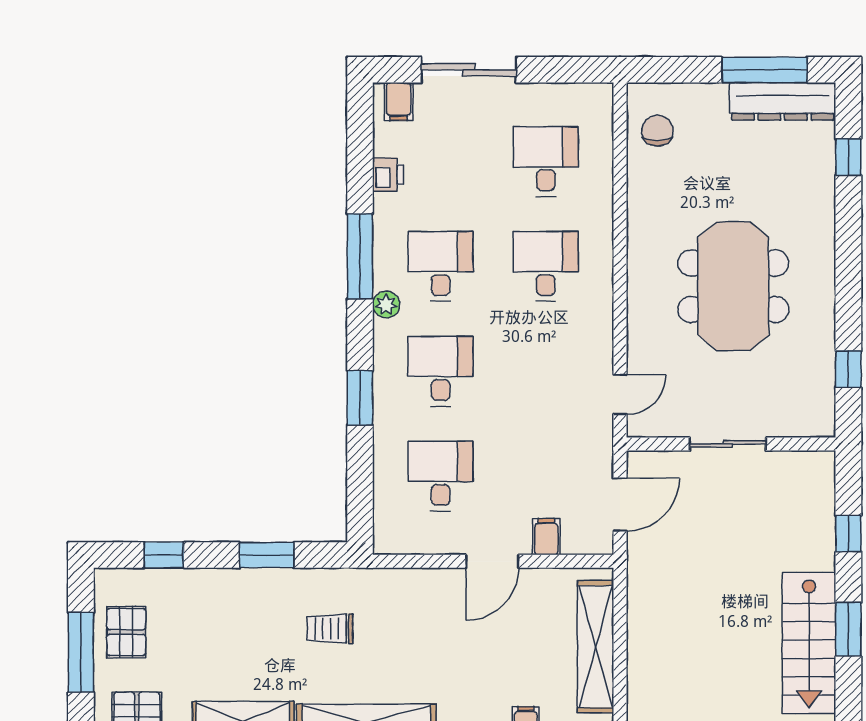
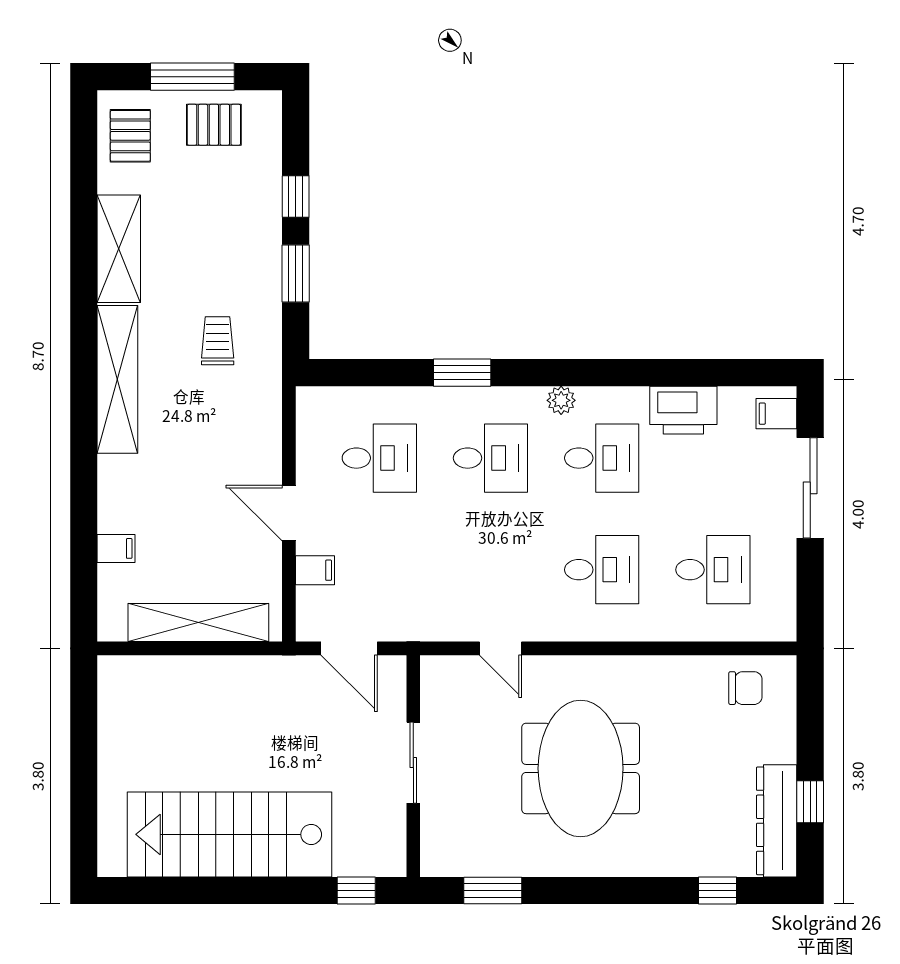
window: (765, 70) -> (810, 802), width x0.46
printer: (388, 175) -> (683, 410), width x1.87, depth x1.48
window: (360, 256) -> (612, 373), removed
meeting table: (733, 286) -> (581, 768), turned 90
window: (848, 369) -> (493, 890), width x1.50
door: (620, 395) -> (501, 648), moved
window: (848, 534) -> (356, 890), moved
window: (164, 555) -> (296, 197), moved
window: (848, 629) -> (217, 890), removed
stairs: (809, 643) -> (229, 834), width x1.36, depth x1.51

